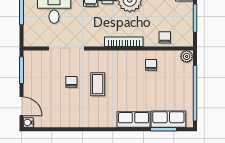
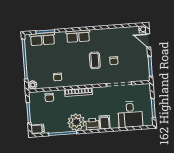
row of seats: (134, 120) -> (78, 36), moved

